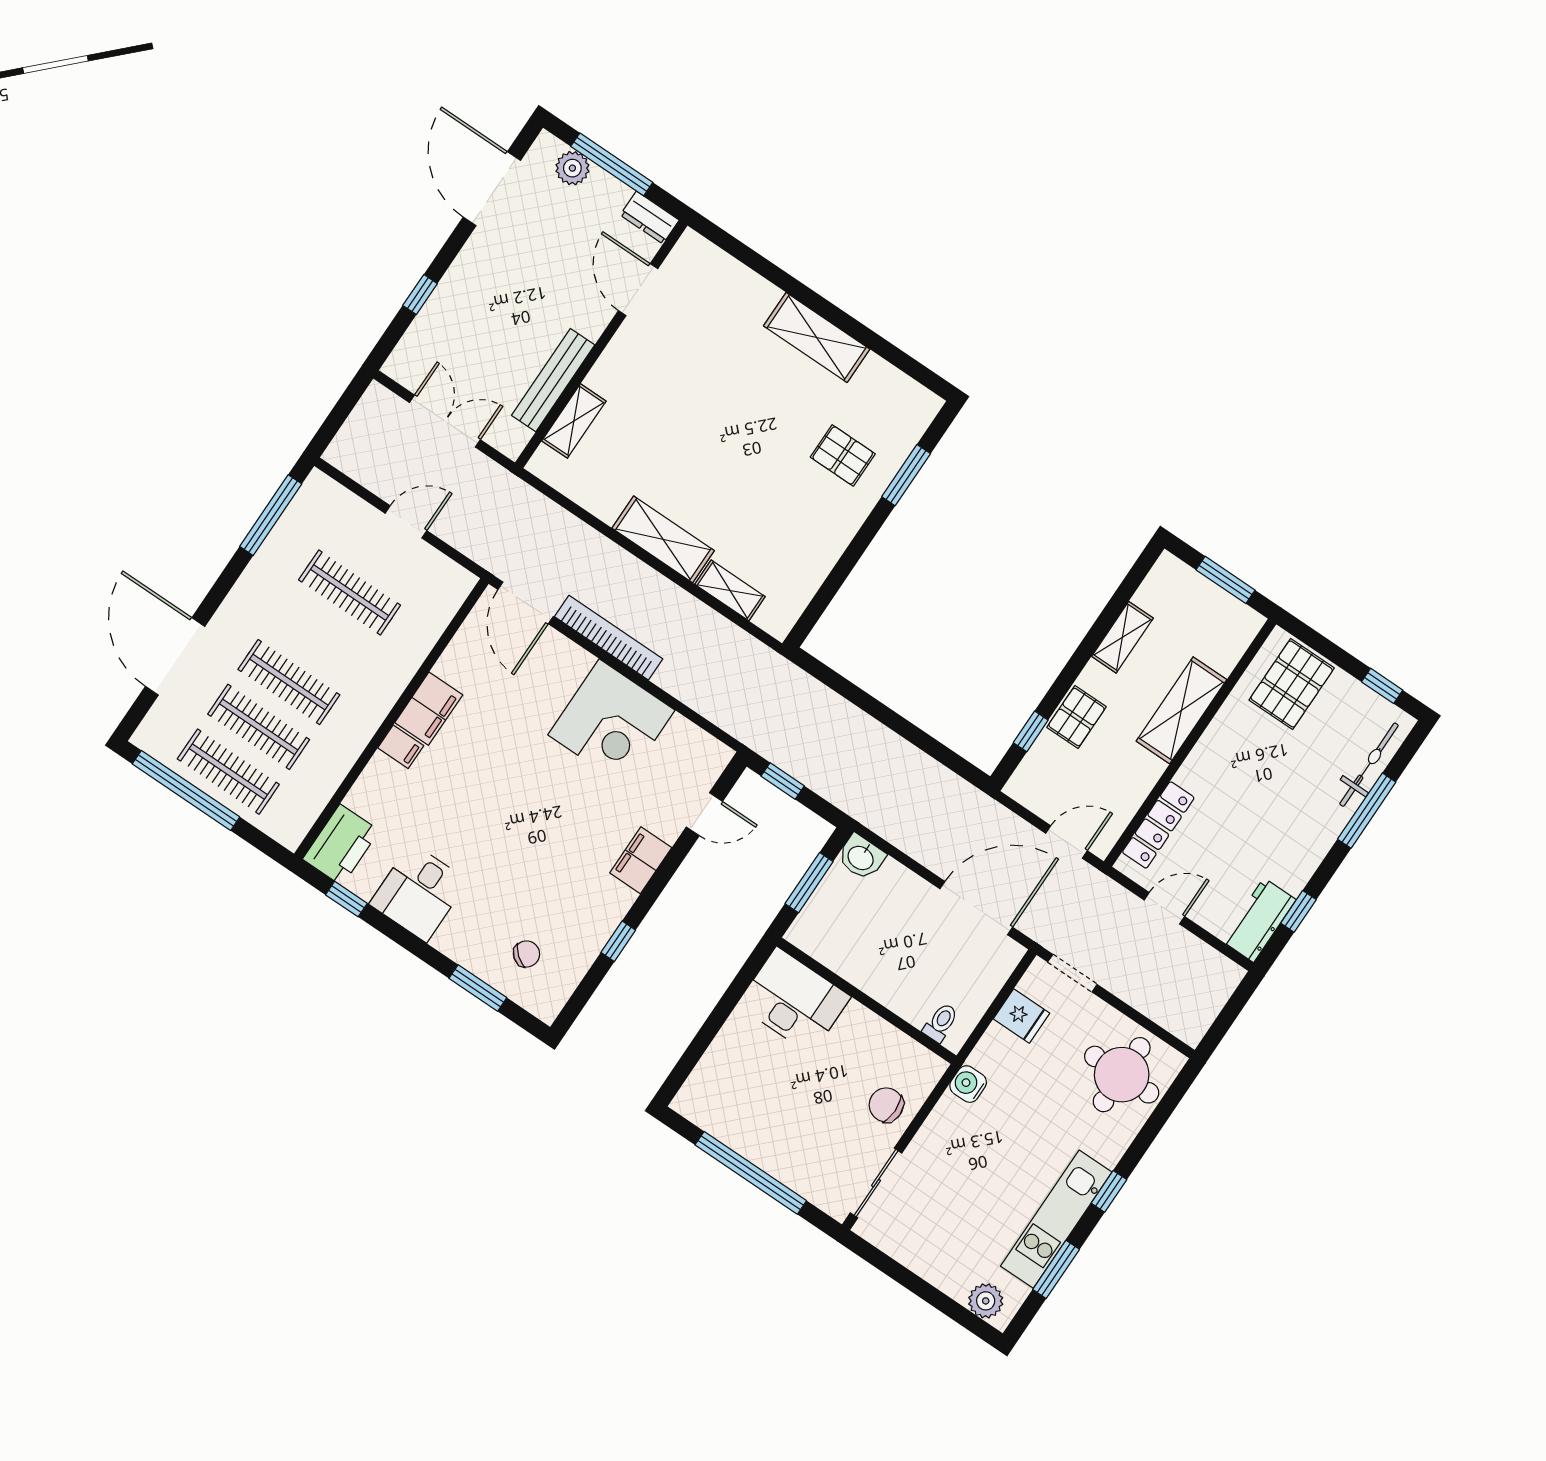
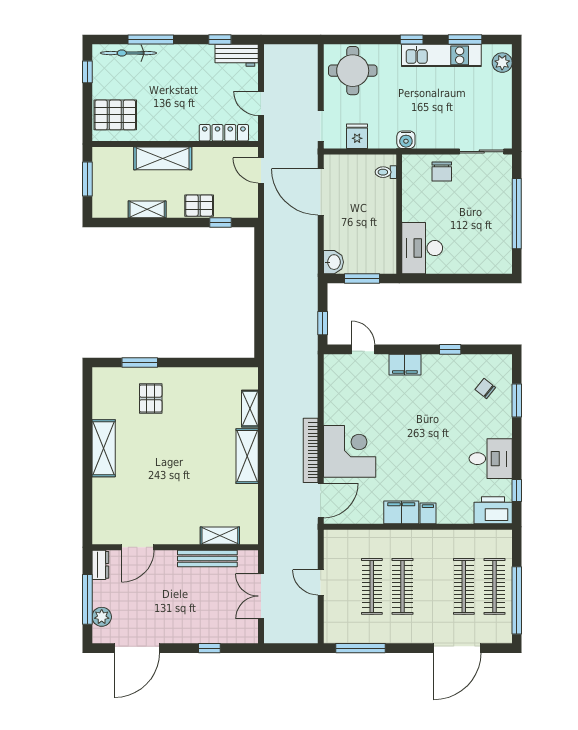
clothes rail: (289, 682) -> (402, 586), moved
corner desk: (611, 723) -> (350, 451), moved

